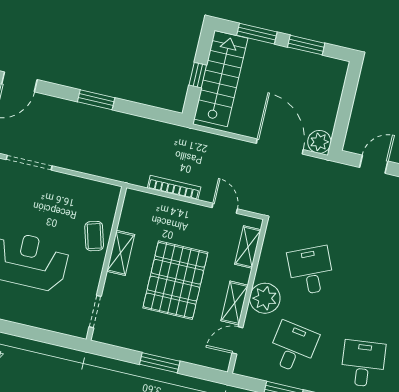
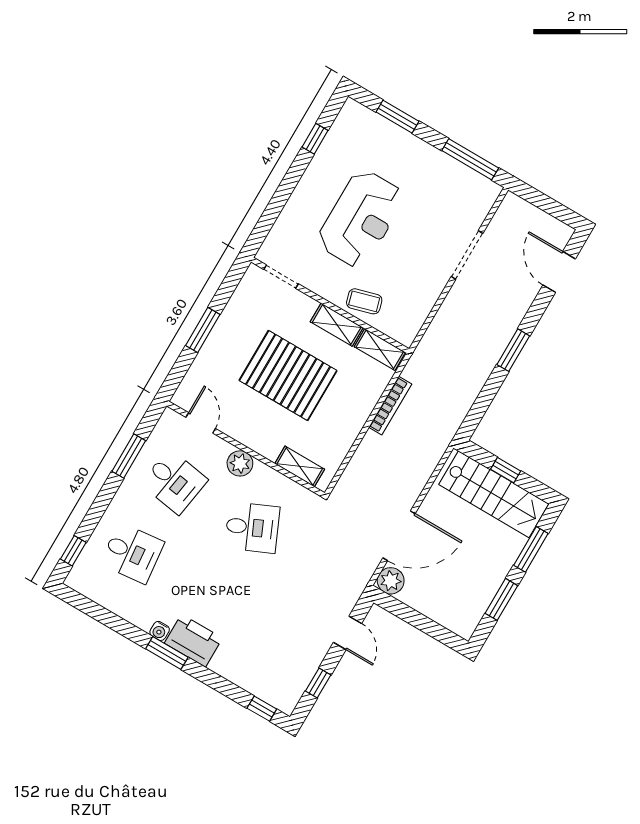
door: (225, 208) -> (350, 454), removed
plant: (265, 298) -> (240, 463), width x0.73, depth x0.73
shelving: (235, 303) -> (380, 350), moved

